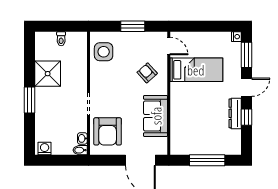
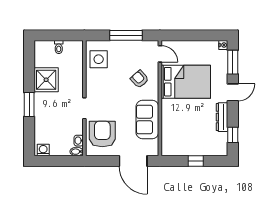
window: (133, 26) -> (126, 35), width x1.44
bed: (196, 70) -> (186, 82), width x1.50
window: (246, 117) -> (233, 135), moved
armchair: (108, 131) -> (102, 134), turned 180
window: (207, 160) -> (196, 161), width x0.46

